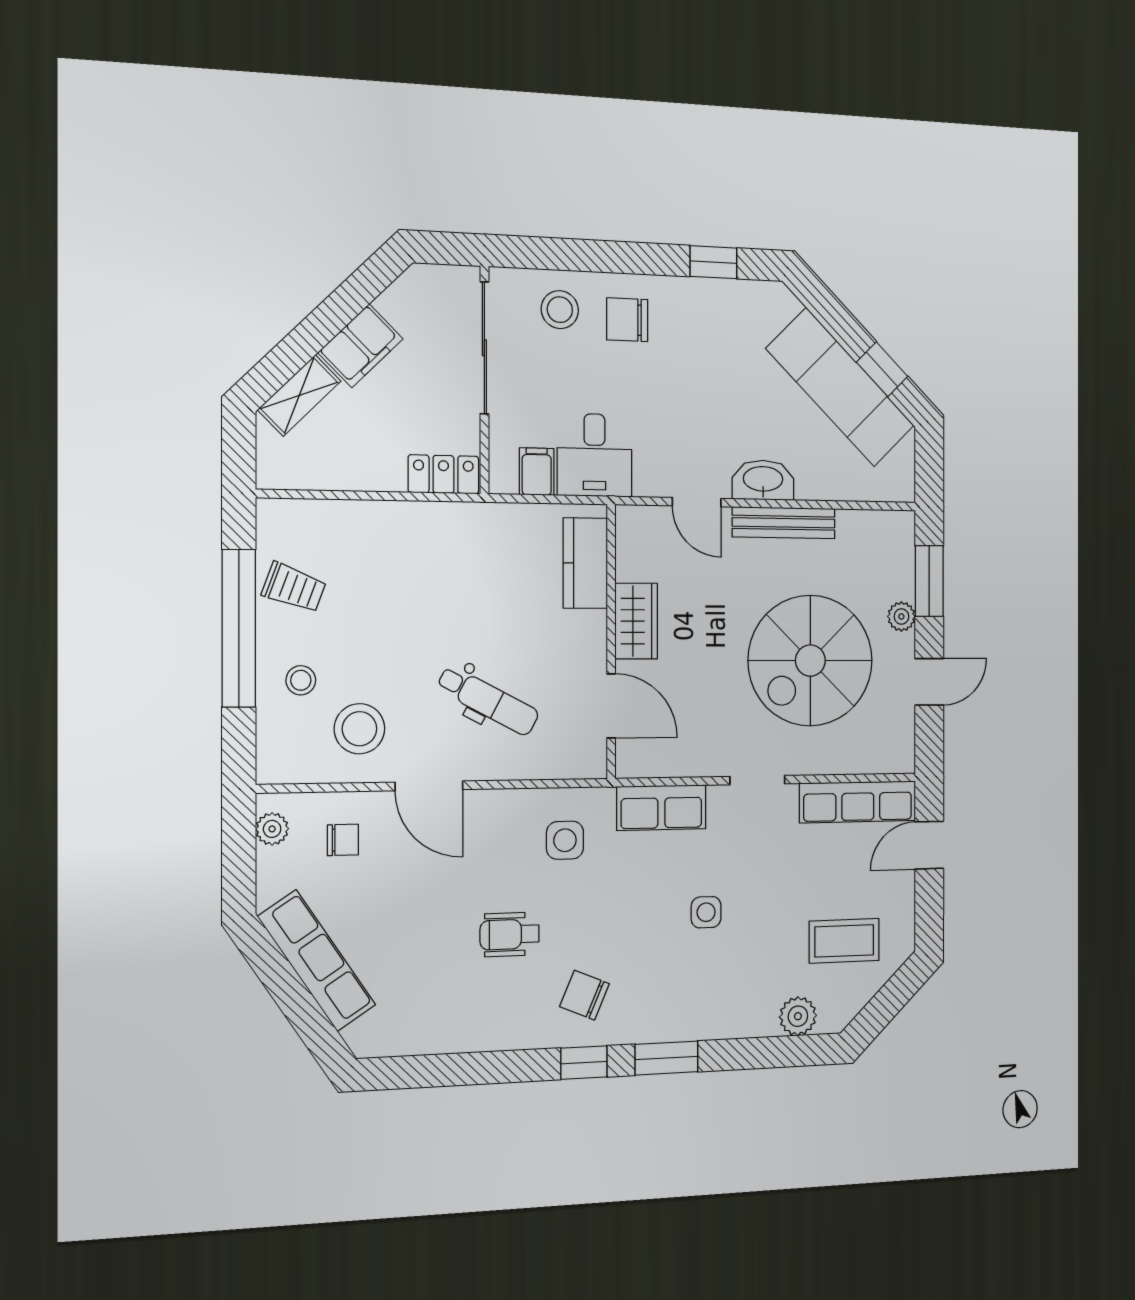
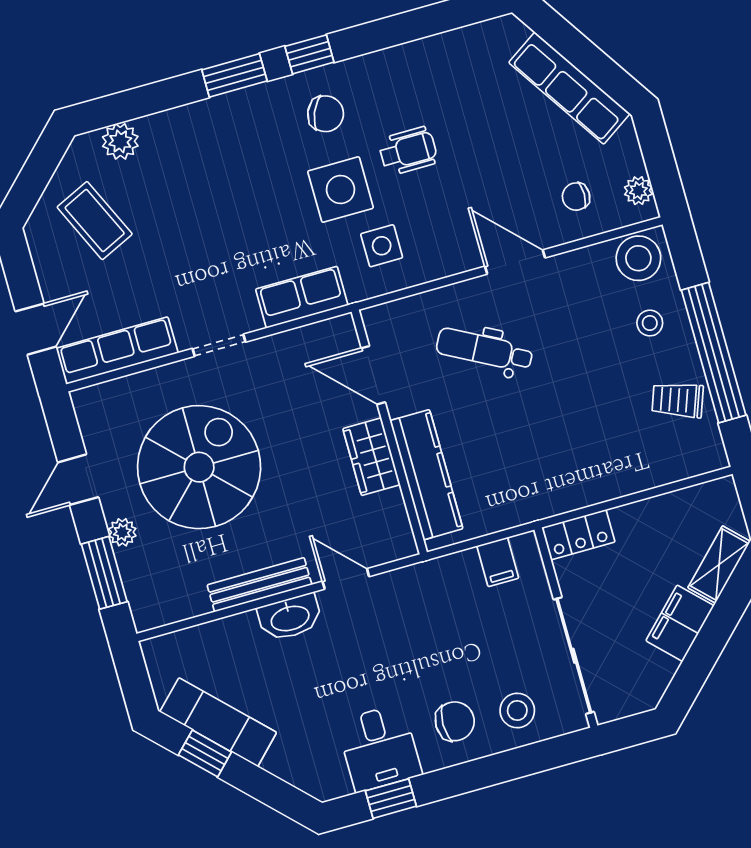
exam couch: (840, 387) -> (218, 722), width x0.73, depth x0.69
desk: (594, 455) -> (379, 748), moved, turned 180
kitchen counter: (585, 563) -> (426, 475), width x1.50
stool: (359, 729) -> (638, 258), moved
side table: (706, 912) -> (341, 190), moved, width x1.87, depth x1.87
coffee table: (844, 941) -> (95, 221), turned 65

